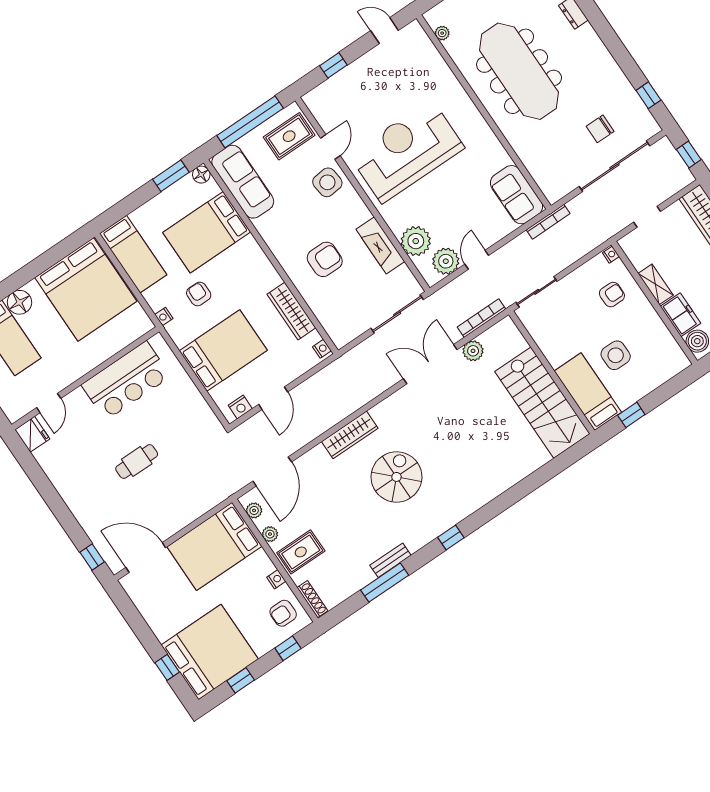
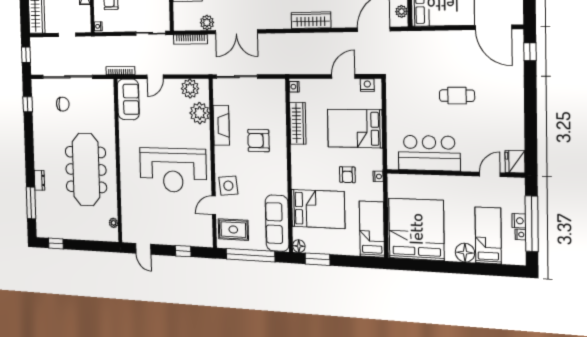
door: (477, 260) -> (155, 77), moved

